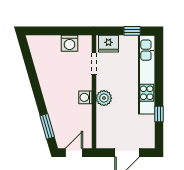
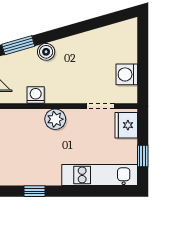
kitchen unit: (147, 75) -> (100, 175), width x0.73
washing machine: (85, 97) -> (36, 95), moved
boiler: (52, 105) -> (46, 52), added

